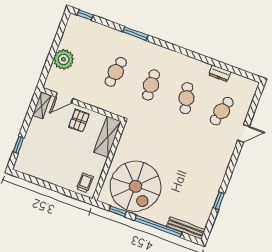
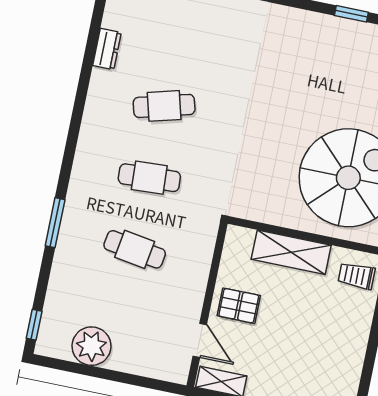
plant: (64, 59) -> (91, 346), moved
cafe table: (222, 111) -> (179, 34), removed
shelving: (107, 137) -> (291, 252), moved

